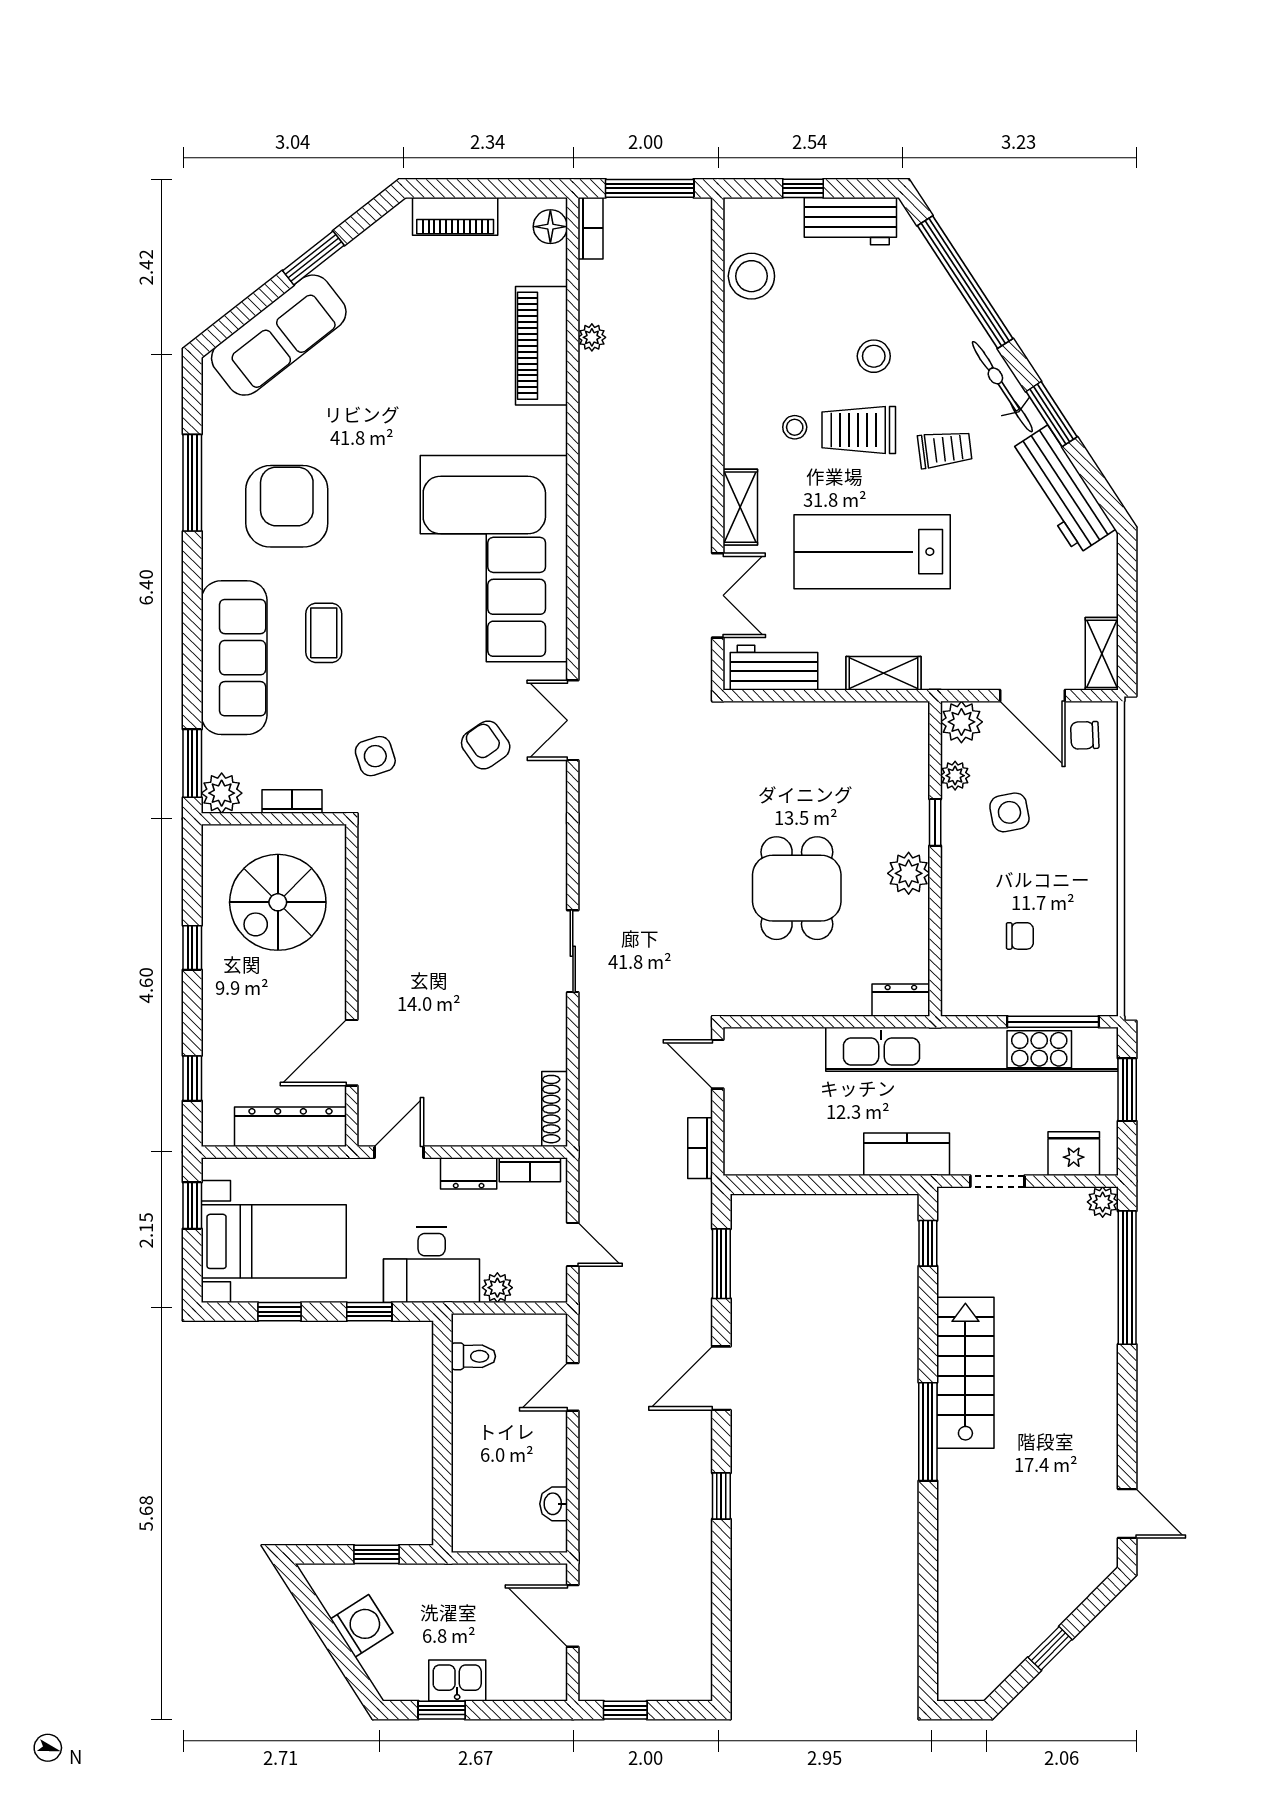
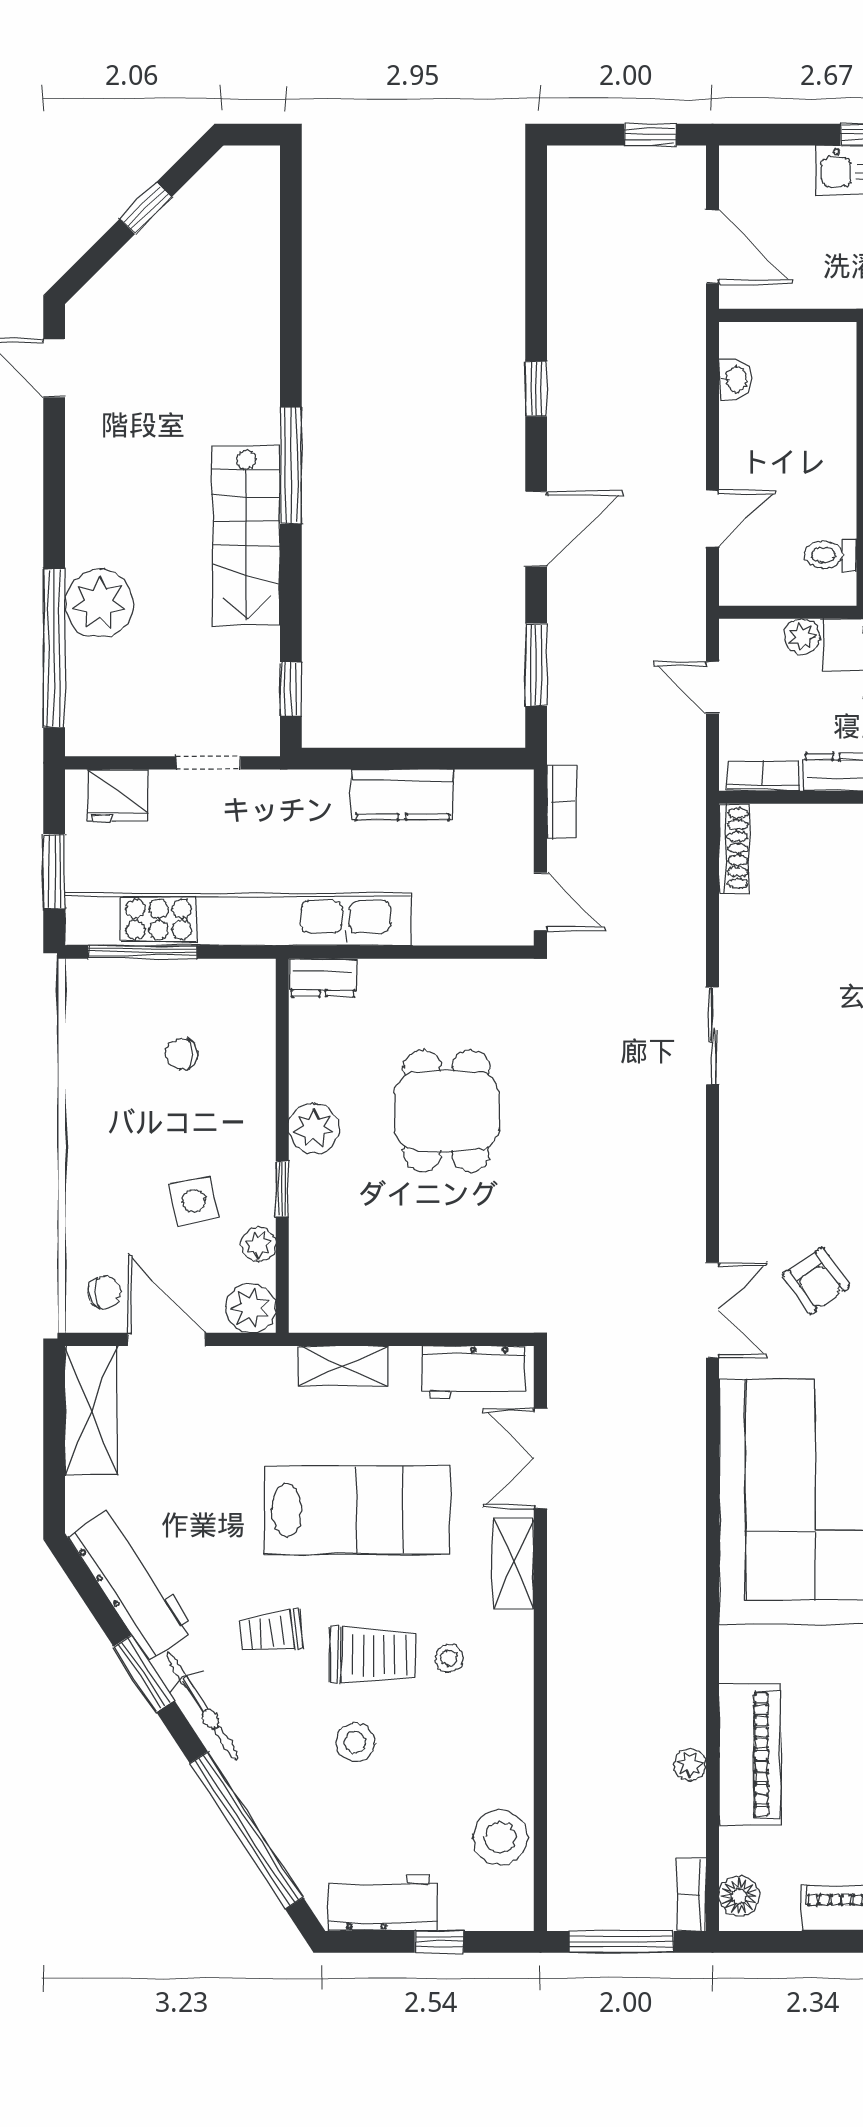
shelving: (1102, 654) -> (91, 1411), width x1.50, depth x1.33
kitchen counter: (907, 1154) -> (403, 795), moved
plant: (1103, 1202) -> (99, 603), moved, width x1.88, depth x1.88

